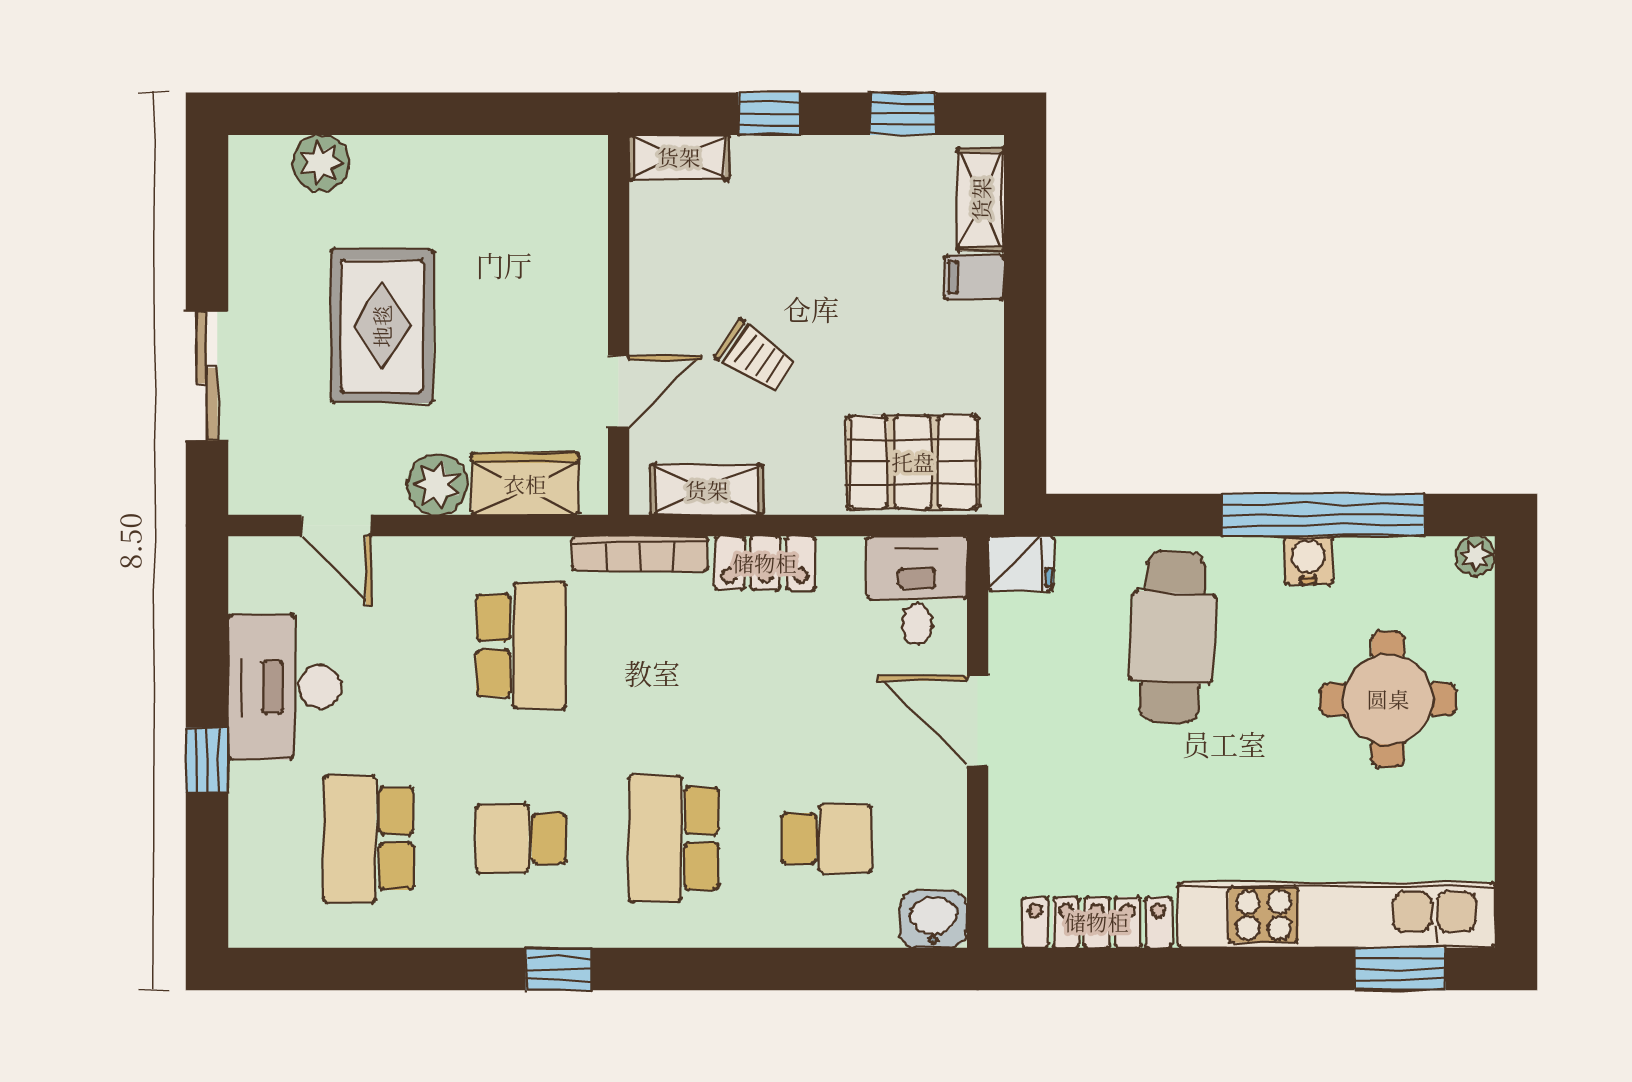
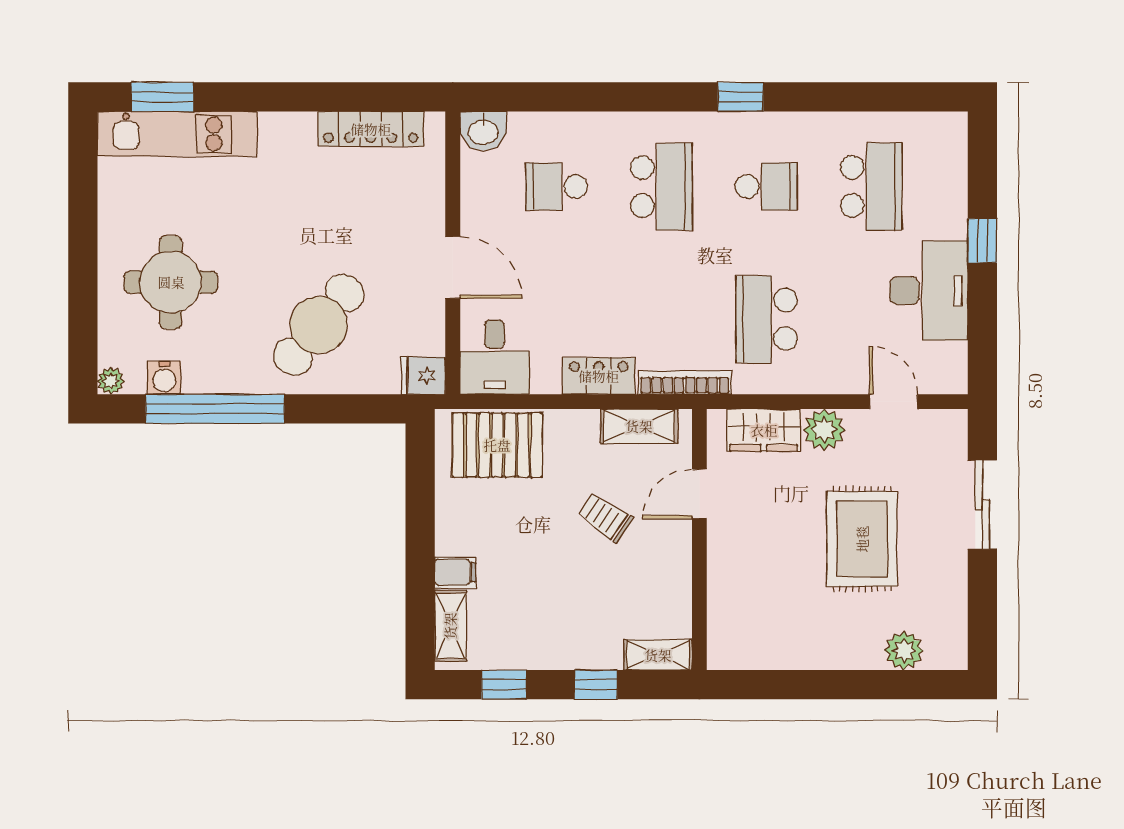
water cooler: (1308, 560) -> (164, 378), moved
cafe table: (1173, 637) -> (319, 325), turned 36
kitchen unit: (1336, 915) -> (177, 134), width x0.73

